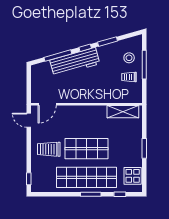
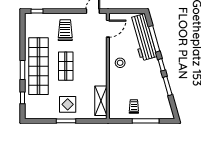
stool: (129, 58) -> (120, 63), moved
workbench: (75, 62) -> (143, 37), moved
door: (47, 104) -> (108, 29), swing flipped
shop shelf: (86, 149) -> (66, 66), width x0.70, depth x0.74
display table: (133, 176) -> (68, 104), moved

